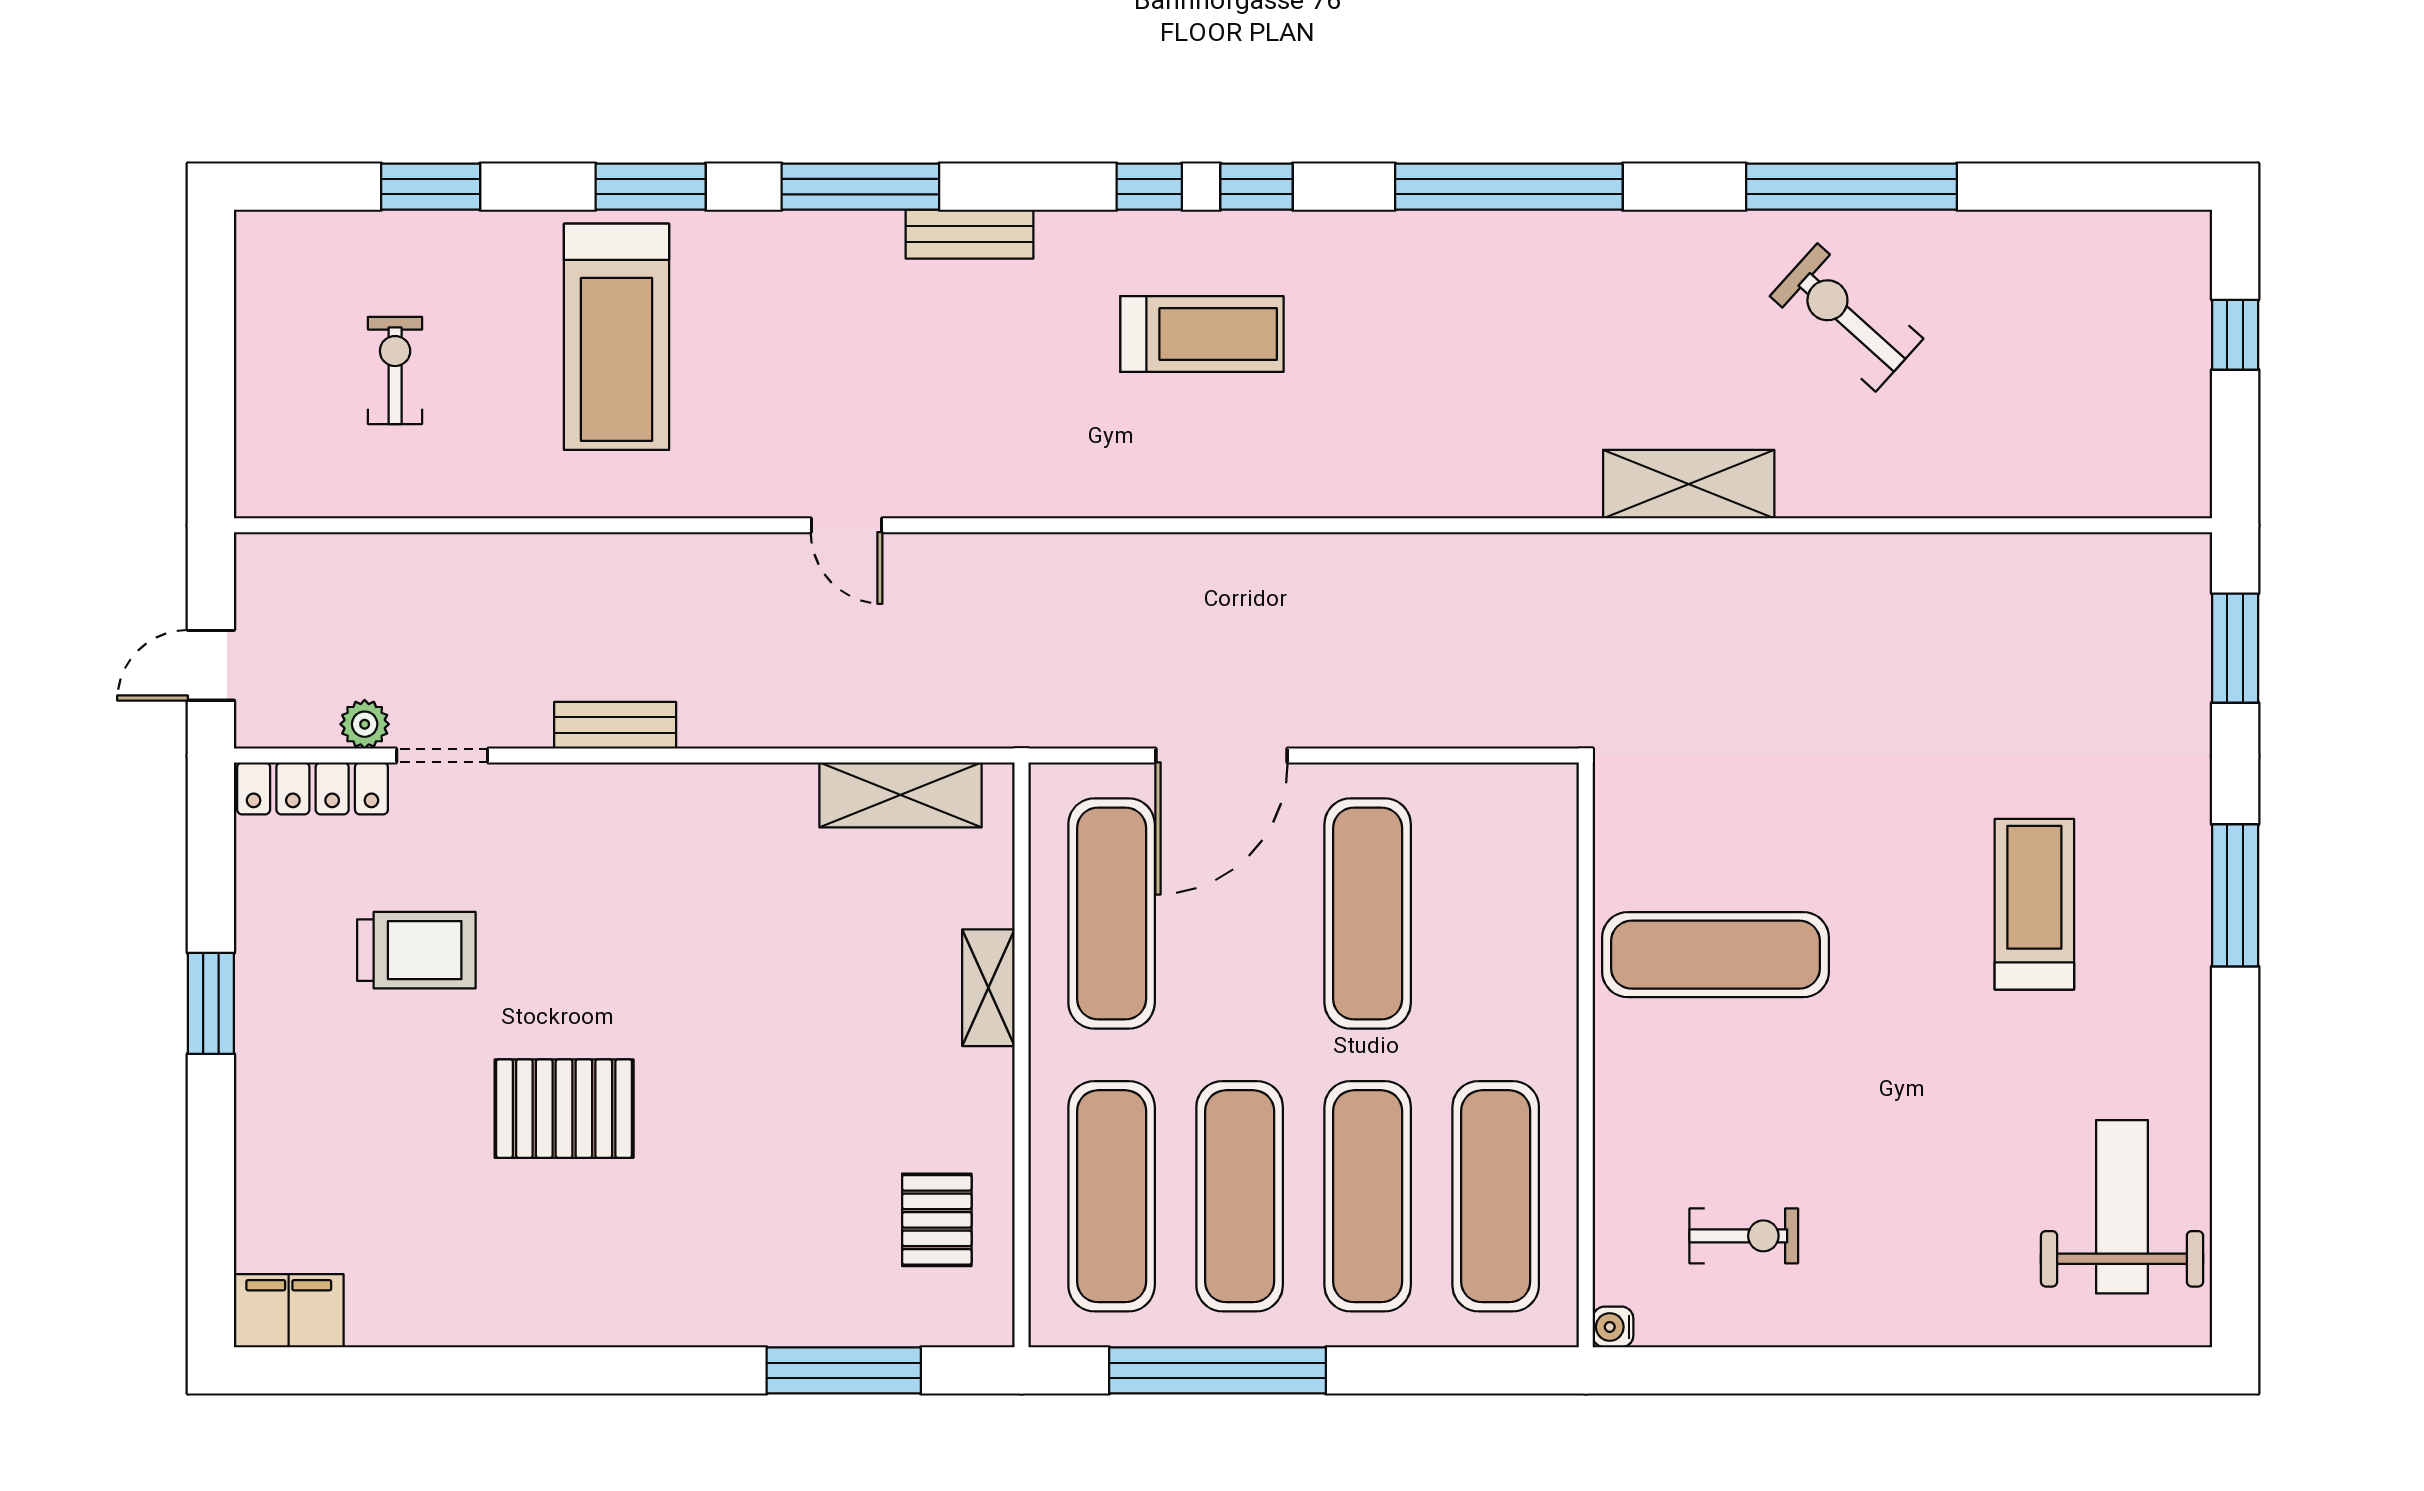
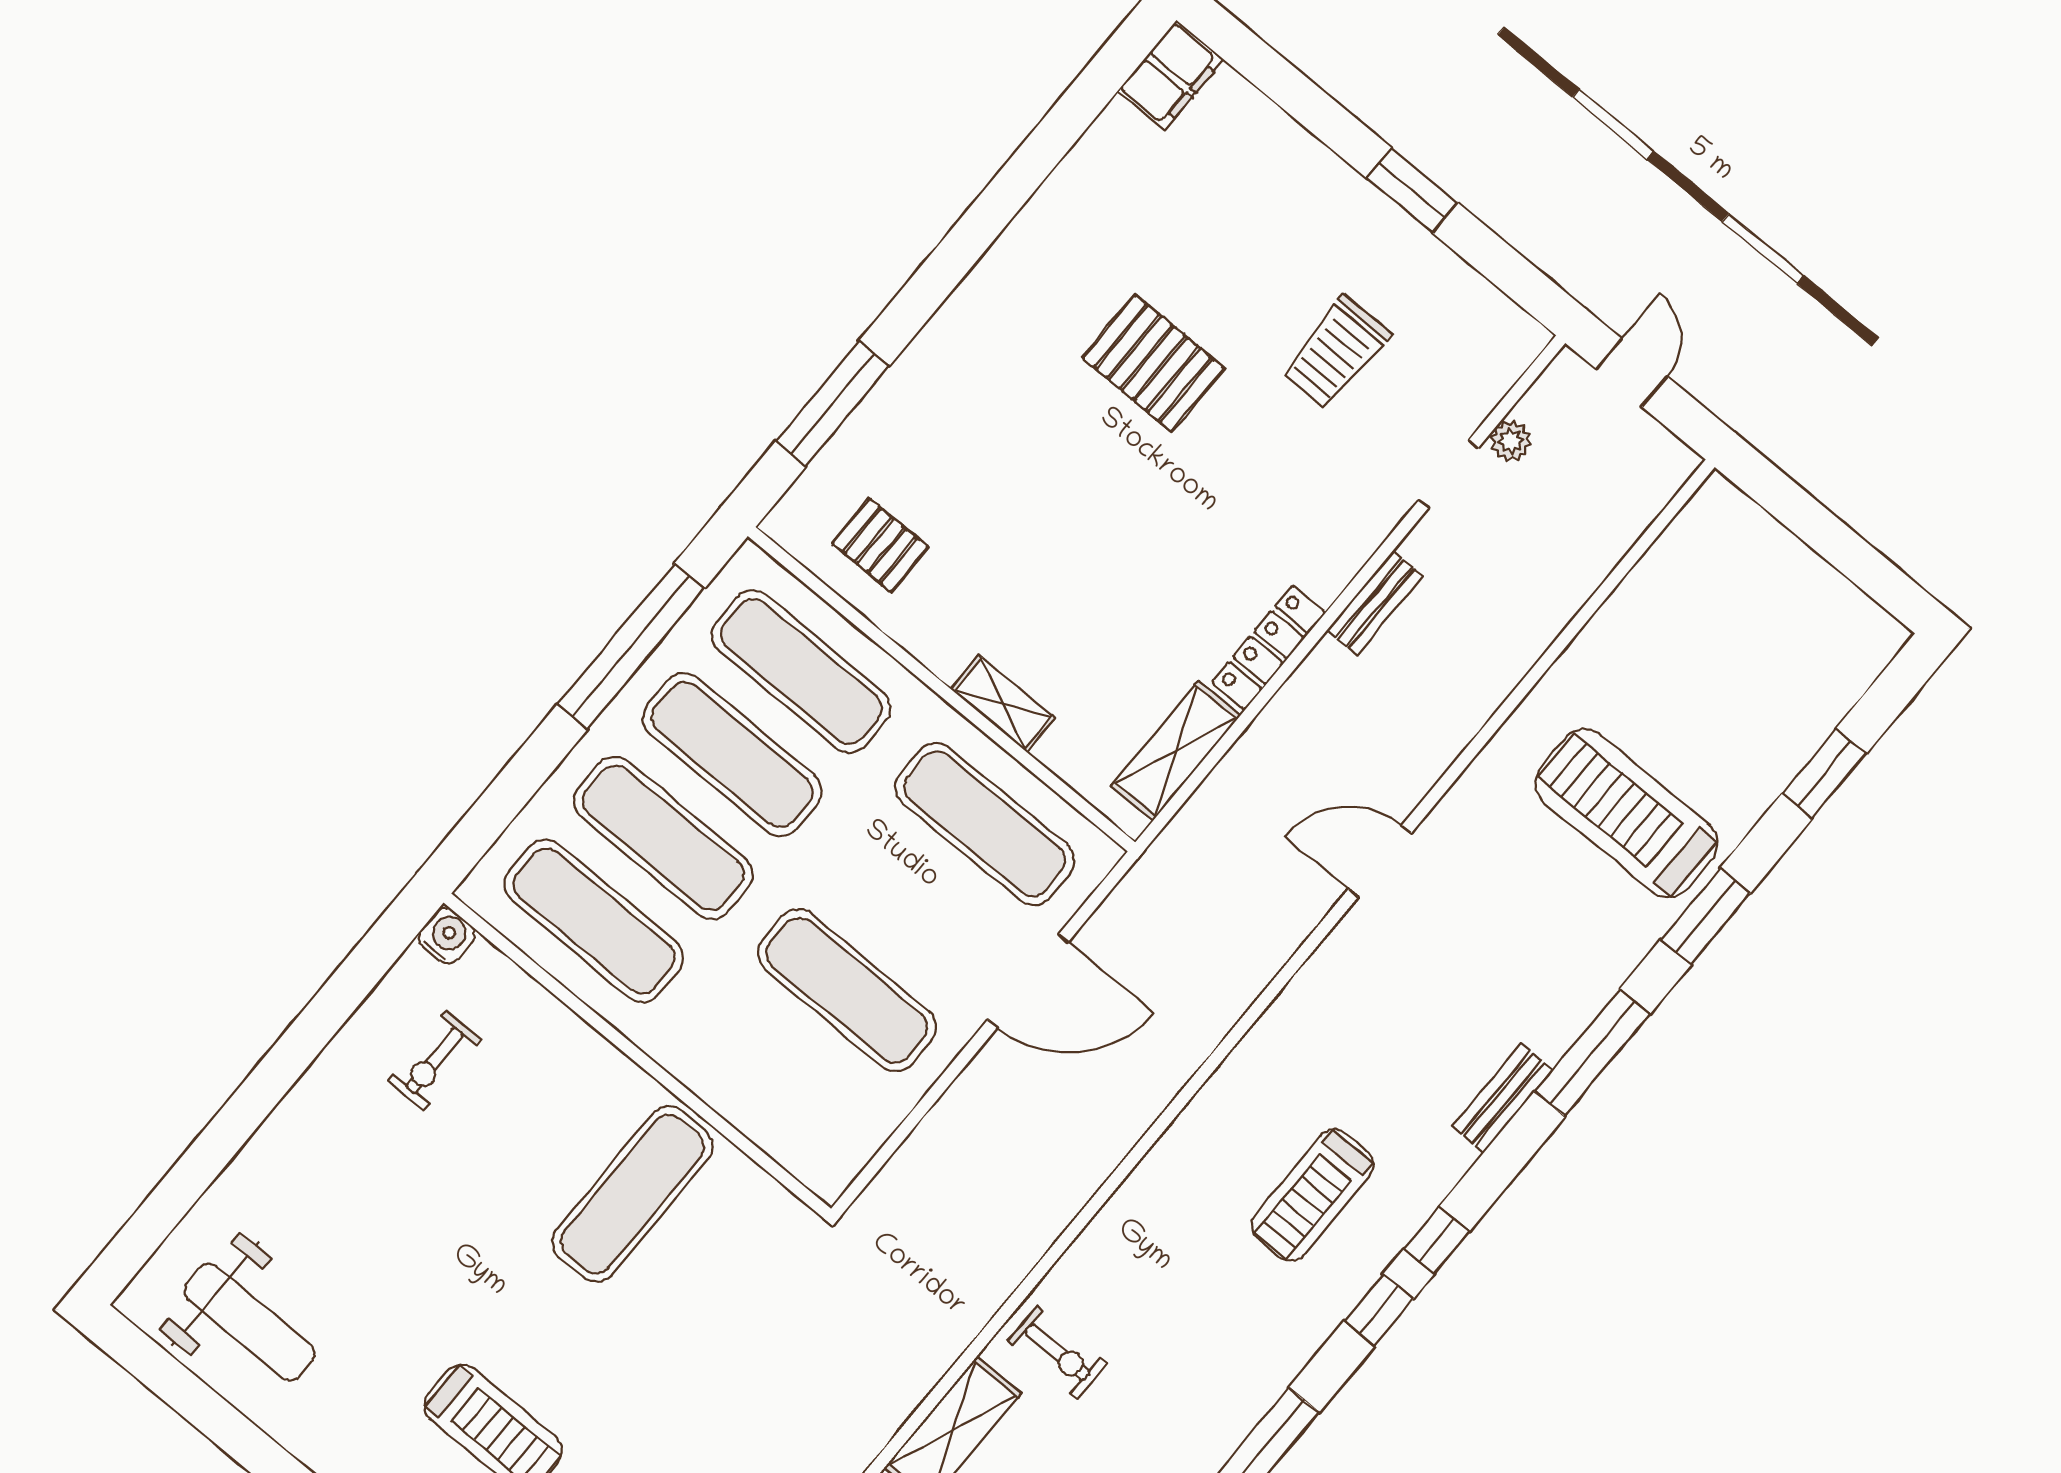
exercise bike: (395, 370) -> (1058, 1352), moved
door: (847, 525) -> (1380, 861), width x1.38
door: (1222, 755) -> (1028, 981), swing flipped
locker: (313, 788) -> (1269, 647), moved
pallet: (564, 1109) -> (1153, 363), turned 90
water cooler: (1613, 1327) -> (447, 936), width x1.38, depth x1.38

